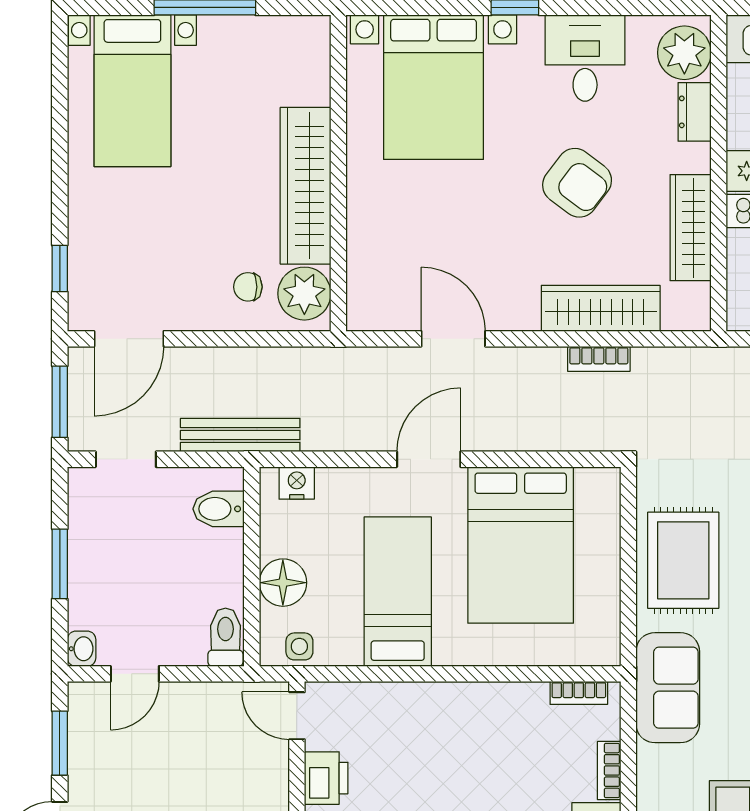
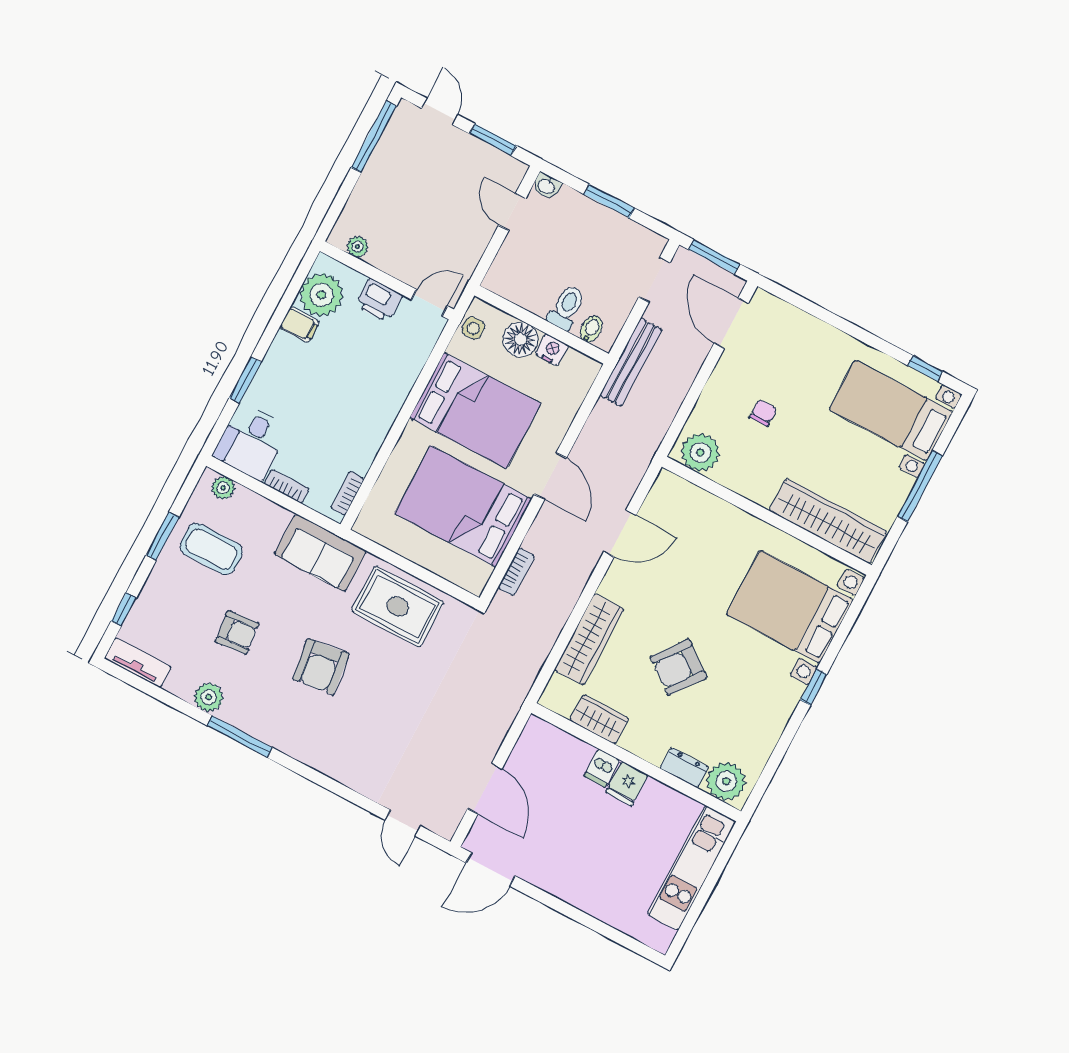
desk: (585, 58) -> (757, 715), removed
wardrobe: (305, 186) -> (828, 521), moved
wardrobe: (691, 228) -> (599, 719), width x0.67
window: (60, 269) -> (925, 369), moved
chair: (248, 287) -> (763, 413), moved
bookcase: (599, 359) -> (516, 572), moved, turned 180
nightstand: (297, 483) -> (552, 350), moved, turned -90
bidet: (219, 509) -> (591, 329), width x0.72, depth x0.74
bed: (398, 592) -> (475, 411), width x1.50
toilet: (225, 637) -> (567, 307), moved, turned -90

